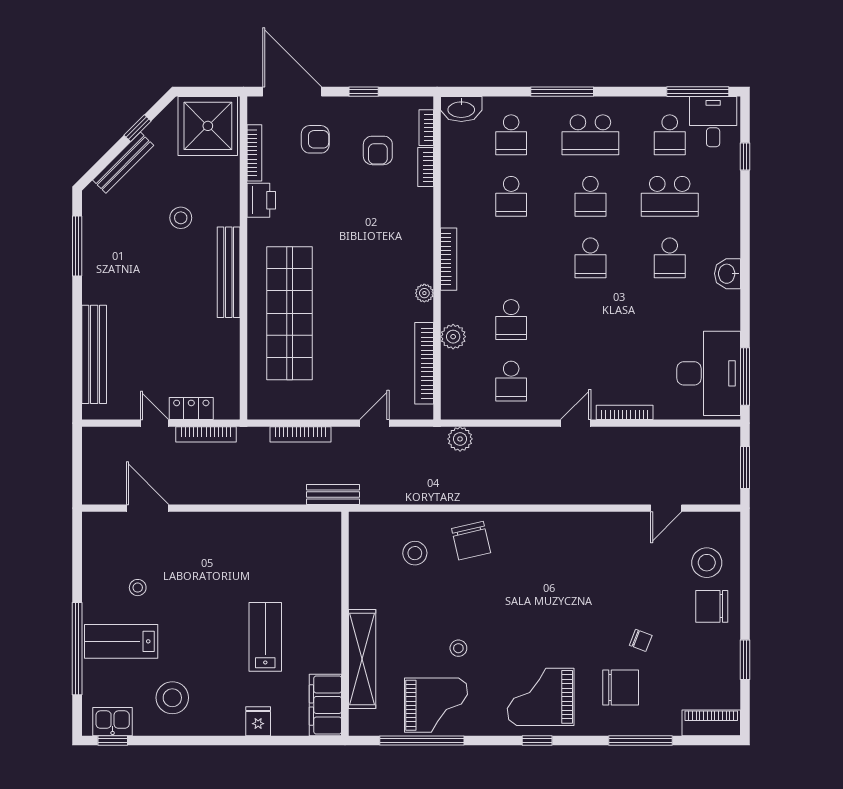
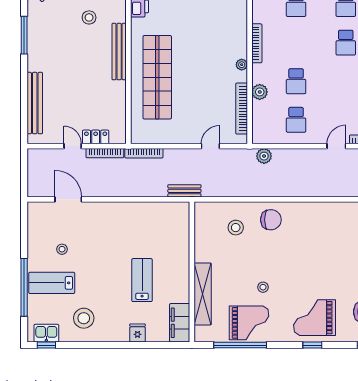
bookcase: (301, 434) -> (144, 153), moved
chair: (471, 541) -> (271, 220), turned -77

